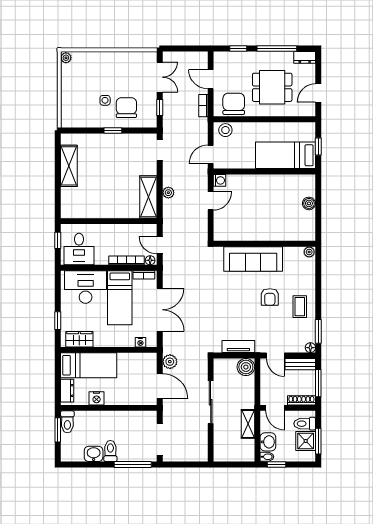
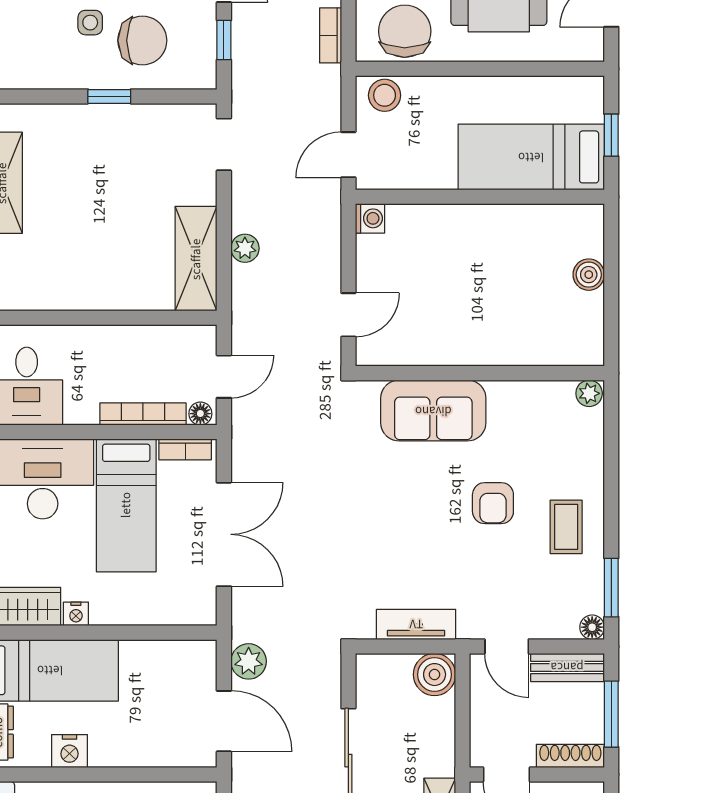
chair: (126, 108) -> (142, 40), turned 90
door: (211, 201) -> (348, 315), moved
door: (160, 245) -> (224, 377), swing flipped
sofa: (253, 259) -> (433, 411), width x0.73
nightstand: (140, 342) -> (76, 614), moved

